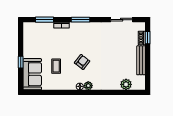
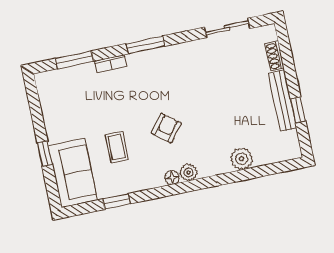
window: (148, 38) -> (298, 110), moved
plant: (126, 84) -> (241, 159), moved
window: (51, 92) -> (117, 201), added

